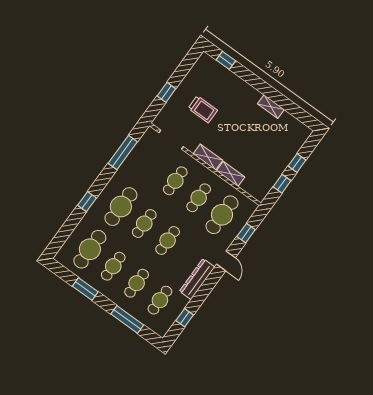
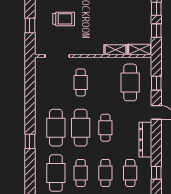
window: (123, 152) -> (30, 89), removed
shelving: (208, 157) -> (140, 49), moved
cafe table: (199, 198) -> (105, 82), removed
cafe table: (144, 224) -> (81, 128), width x1.37, depth x1.35

